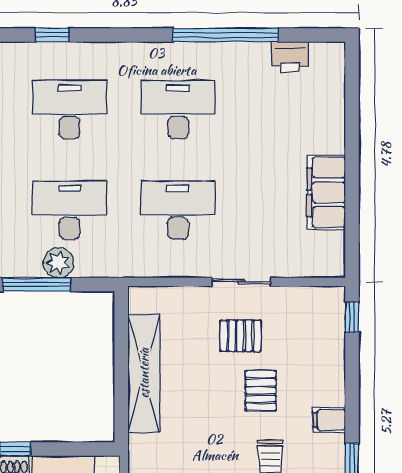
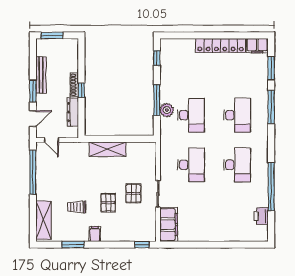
window: (52, 35) -> (271, 107), width x2.17
filing cabinet: (326, 192) -> (169, 225), moved, turned 90
shelving: (144, 373) -> (108, 149), width x0.68
pallet: (261, 391) -> (108, 203), turned 90

